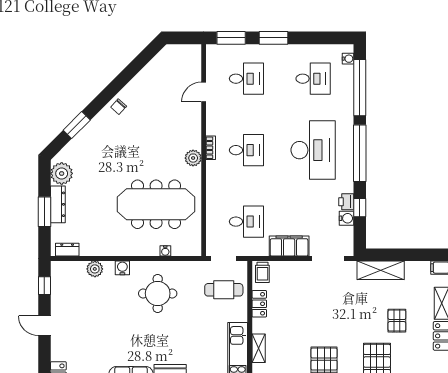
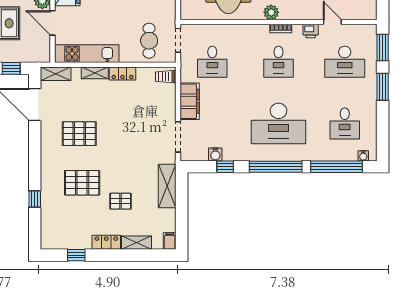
desk: (246, 79) -> (345, 62), width x1.37
printer: (346, 202) -> (311, 31), moved, turned 180
locker: (259, 304) -> (123, 74), moved

